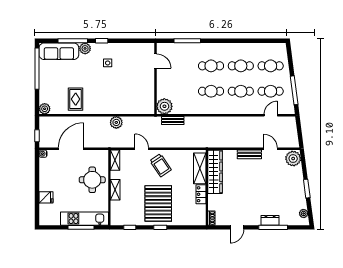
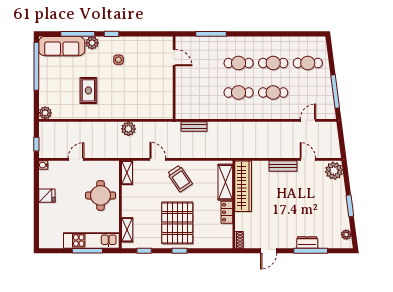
cafe table: (271, 91) -> (308, 92), removed
rug: (76, 99) -> (88, 90), moved
plant: (164, 106) -> (184, 110), removed
door: (71, 149) -> (76, 159), width x0.53
shelving: (115, 190) -> (127, 230), moved
fridge: (46, 197) -> (47, 196), moved

